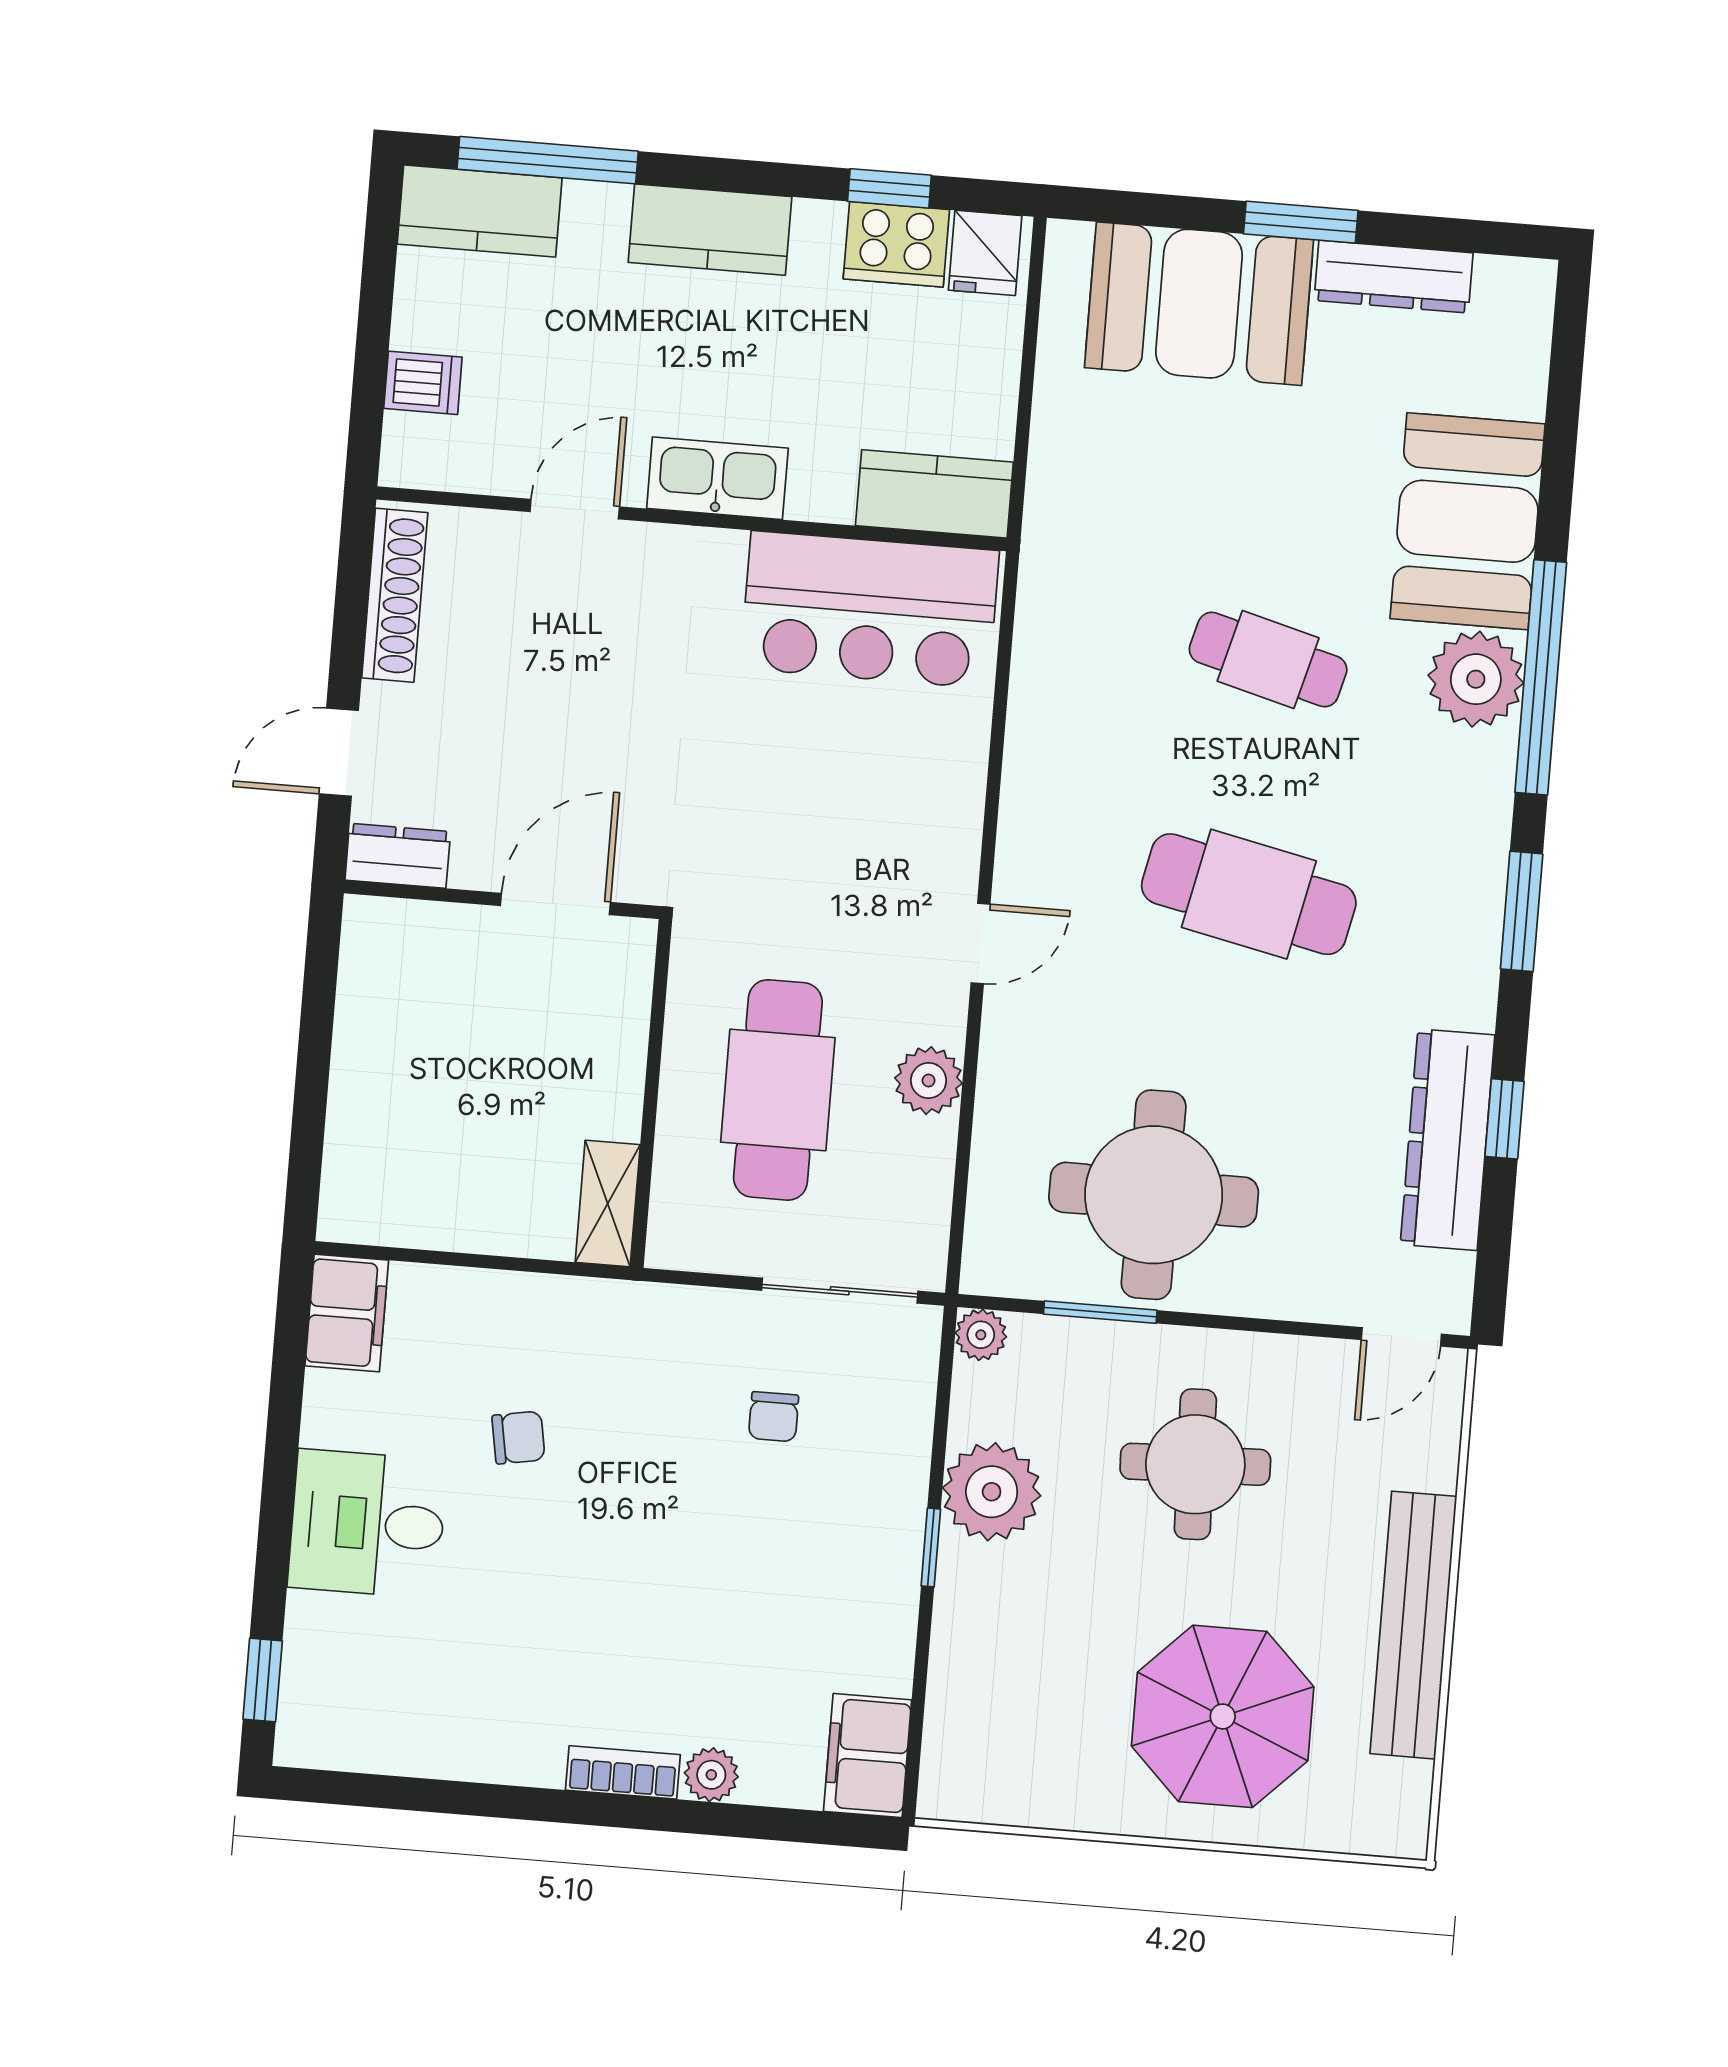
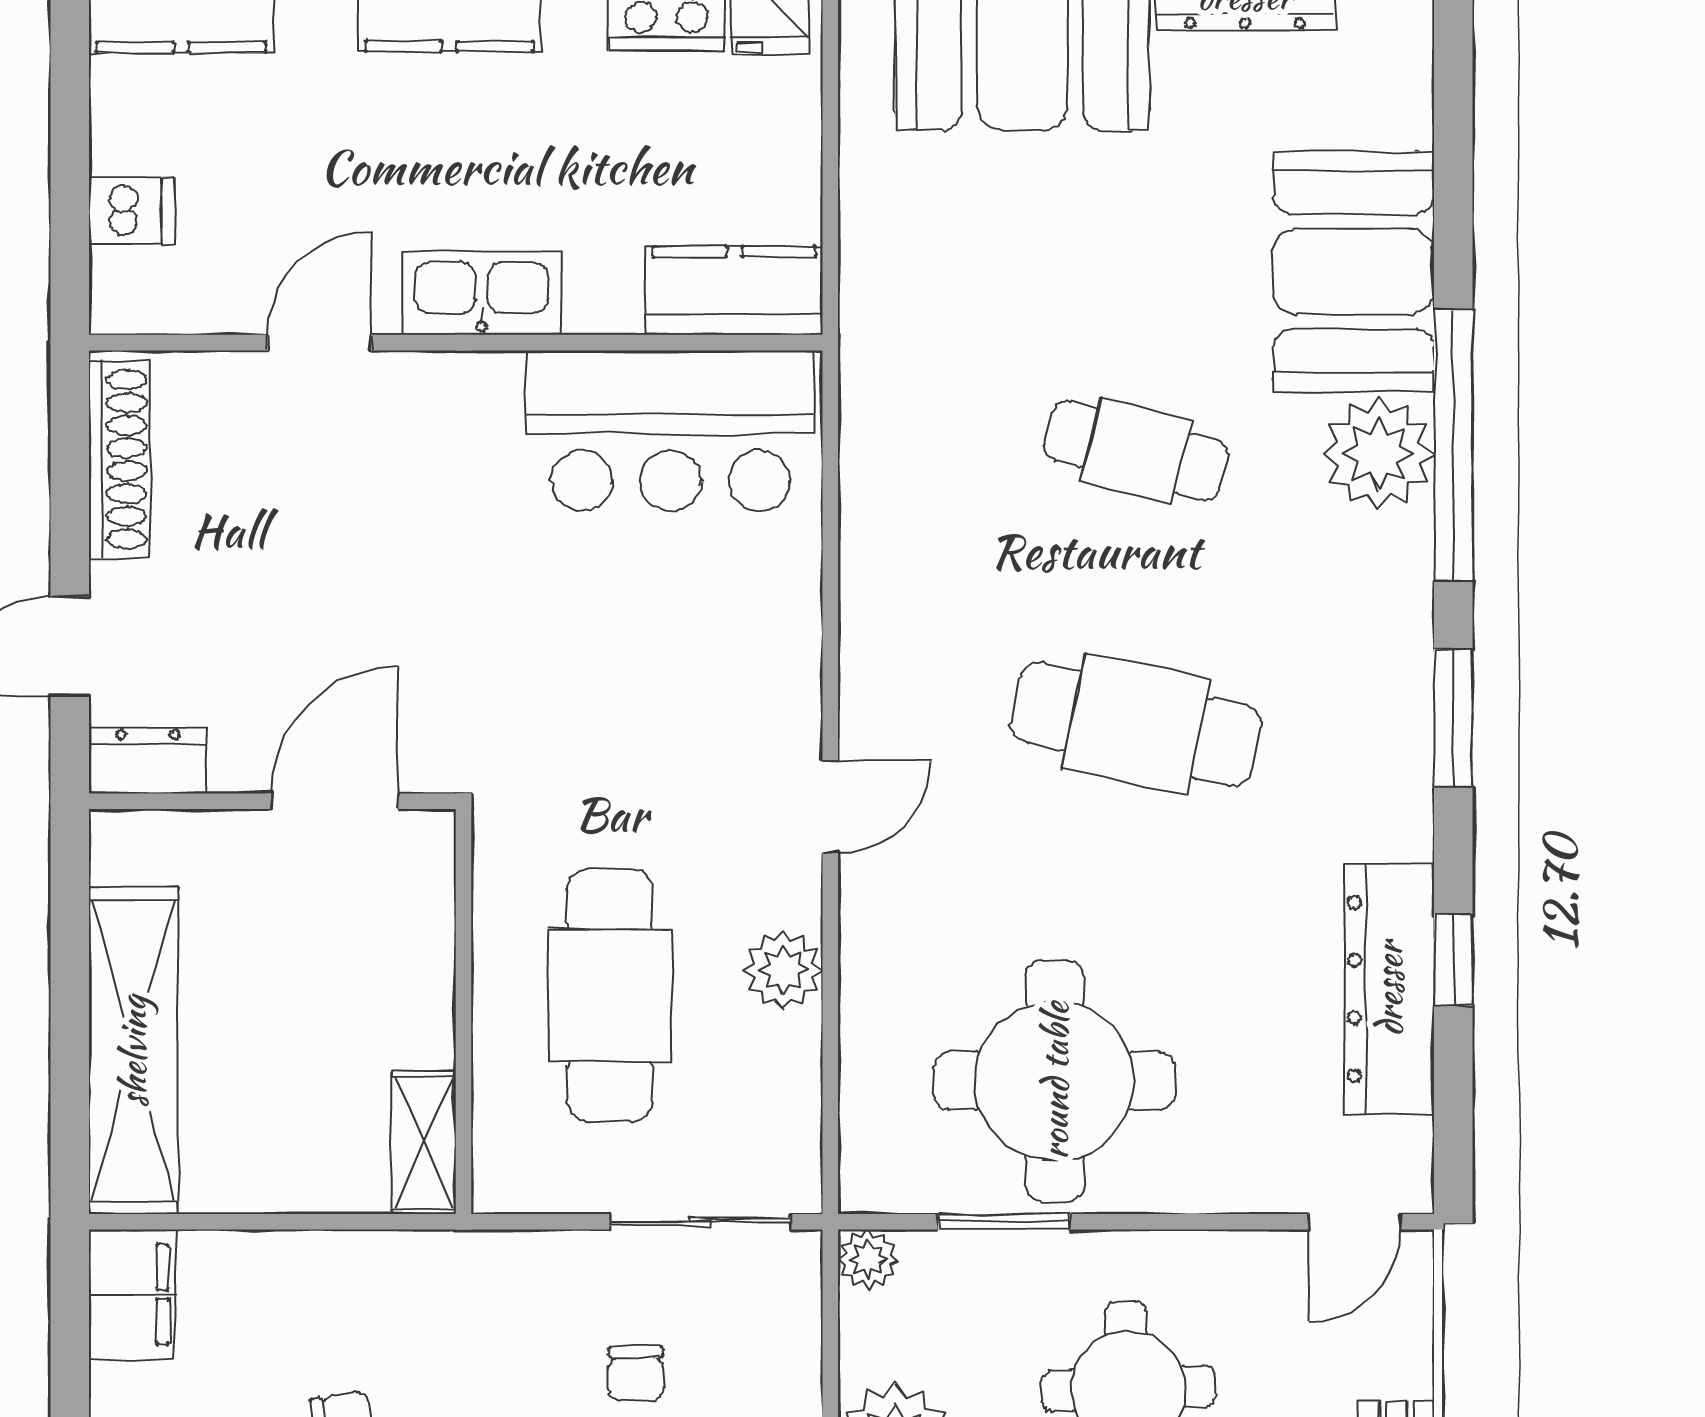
shelving: (365, 1104) -> (133, 1051), added

